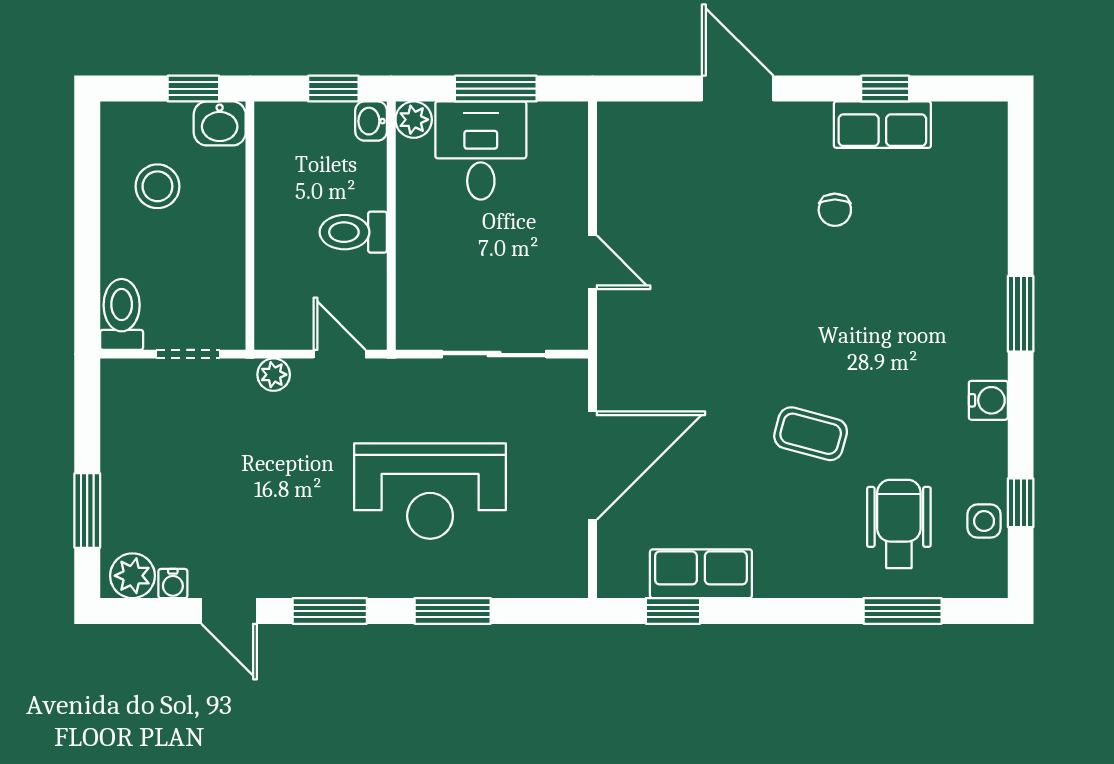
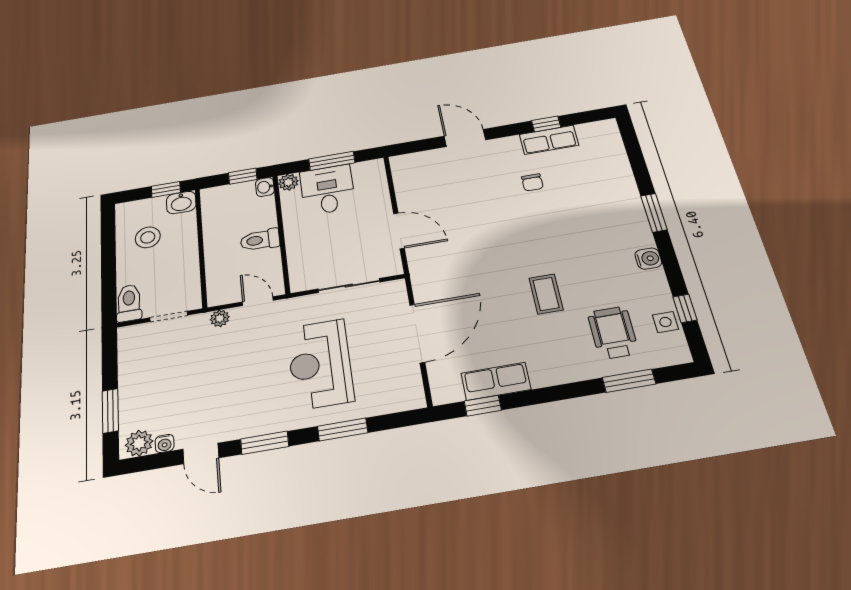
door: (592, 262) -> (399, 231), width x1.38
coffee table: (811, 434) -> (546, 294), turned 75
reception desk: (430, 491) -> (320, 364), turned 90

